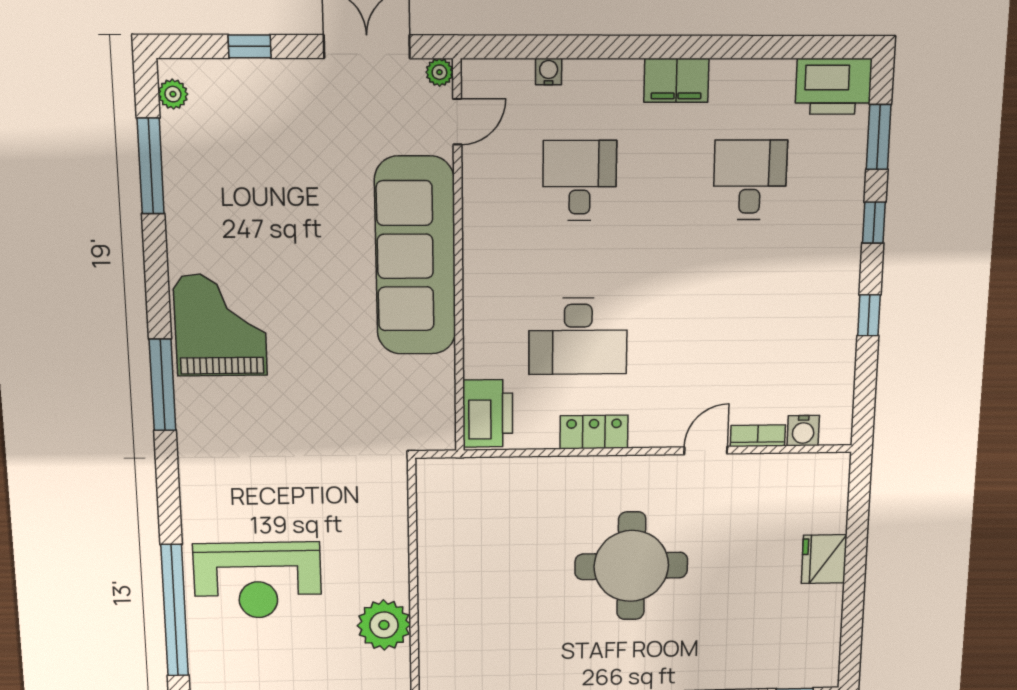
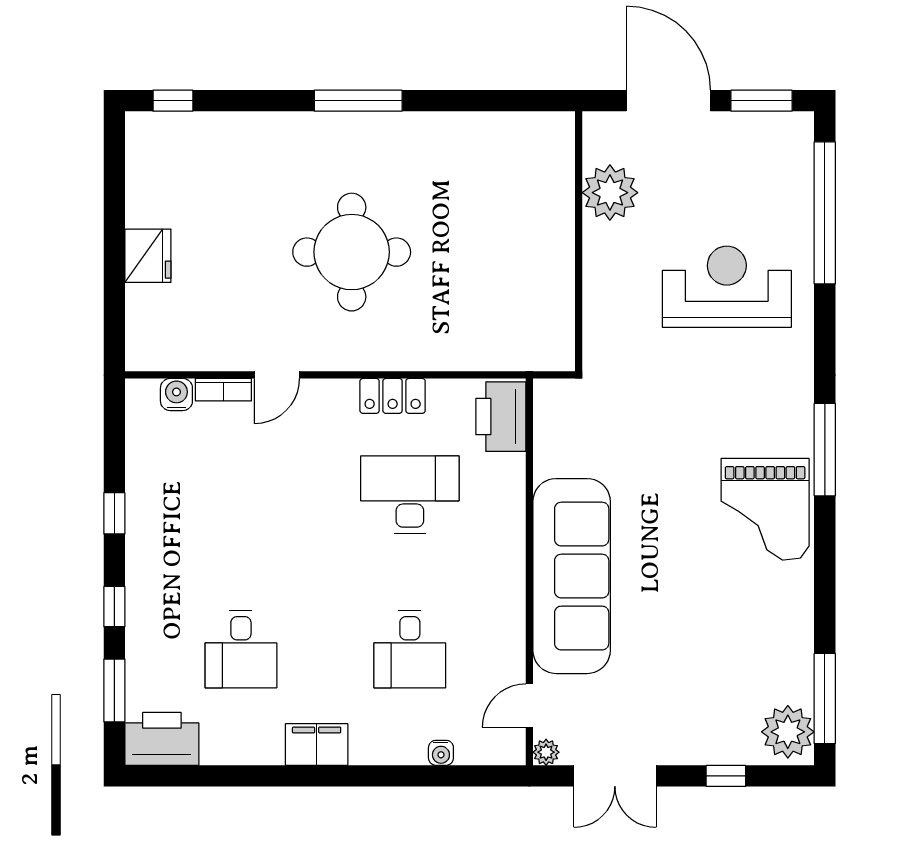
plant: (173, 94) -> (788, 732), width x1.87, depth x1.87
window: (151, 166) -> (825, 699), moved
reception desk: (258, 580) -> (727, 287), moved

